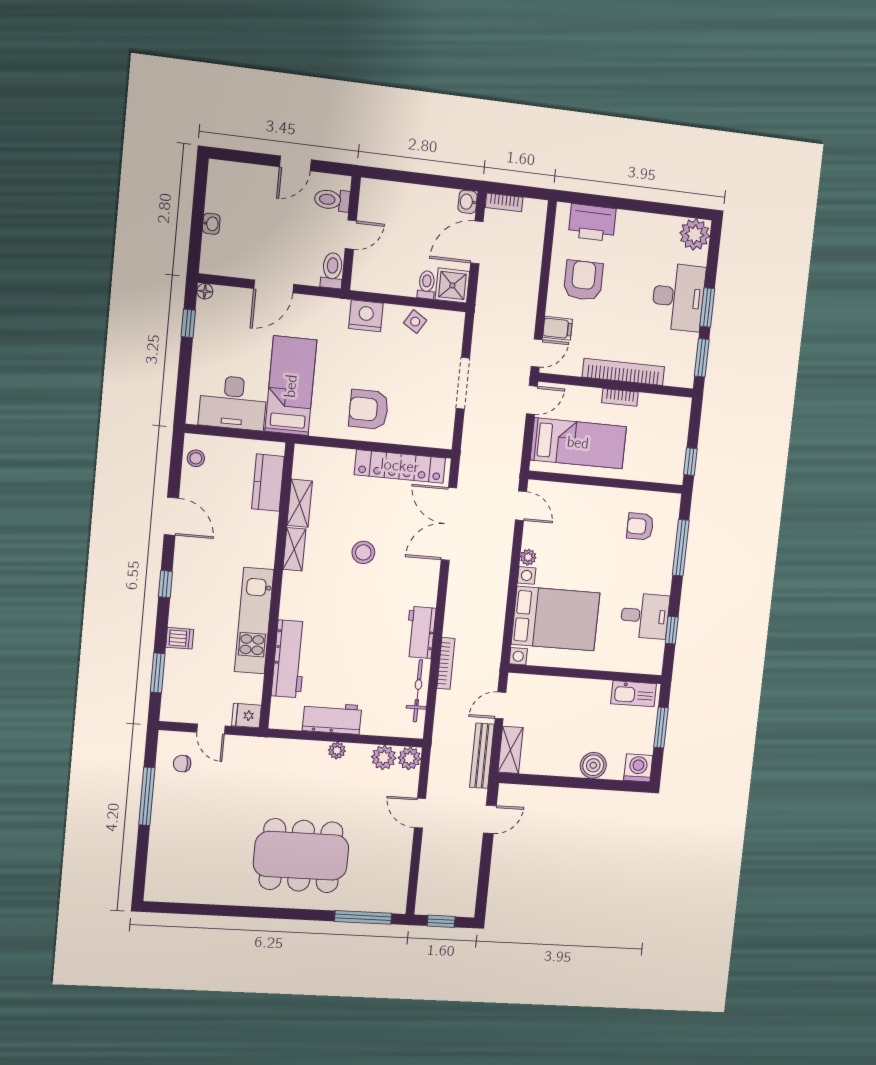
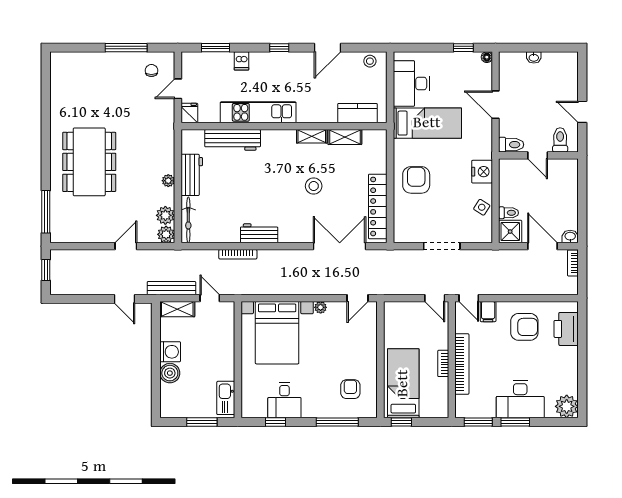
bed: (578, 443) -> (403, 383), moved, turned 180
bicycle: (418, 691) -> (188, 220), moved, turned 90
washing machine: (638, 768) -> (170, 352), moved

